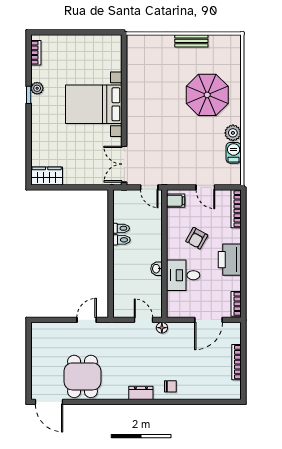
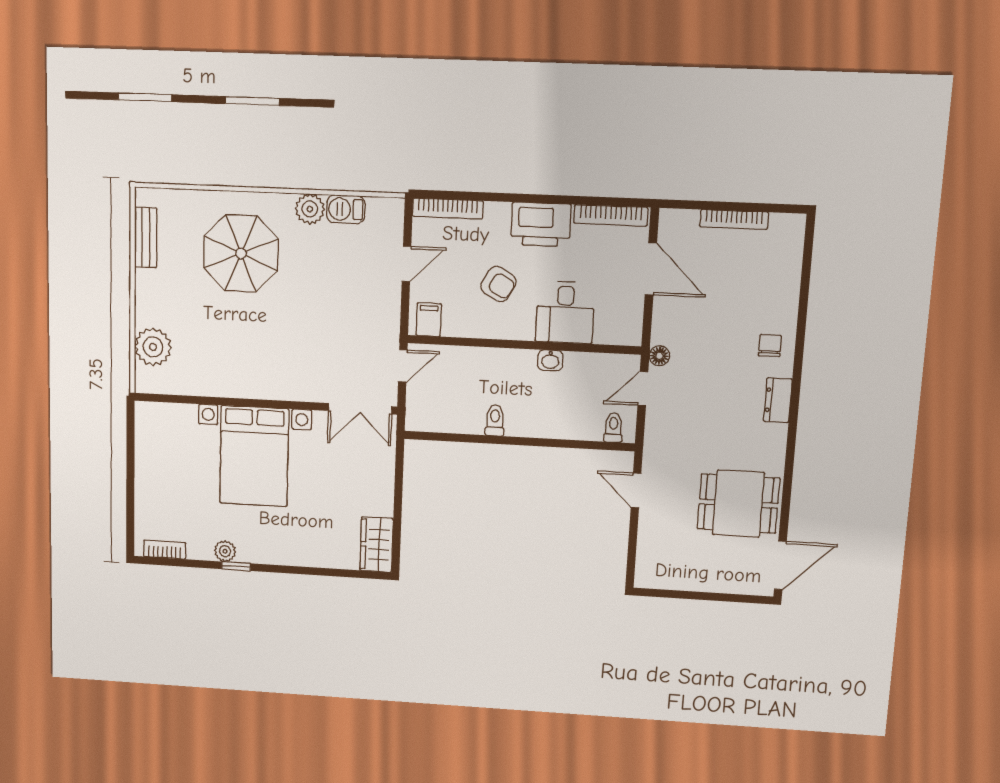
bench: (191, 41) -> (146, 237), moved
plant: (153, 45) -> (153, 347), added
toilet: (121, 228) -> (613, 428), moved
bookcase: (236, 304) -> (611, 215), width x1.56

